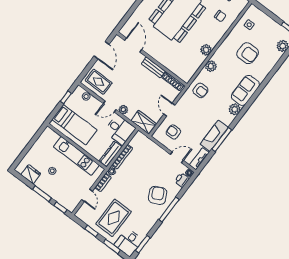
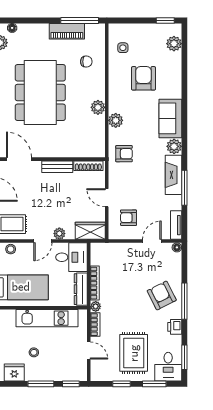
armchair: (248, 53) -> (144, 78), turned -90
fireplace: (214, 136) -> (173, 175), moved
printer: (182, 180) -> (175, 327), moved

